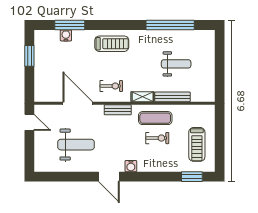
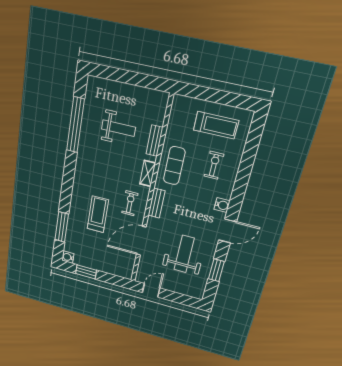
water cooler: (66, 35) -> (68, 257), moved
treadmill: (112, 44) -> (98, 214), moved
weight bench: (176, 64) -> (118, 128), turned 90
bench: (173, 97) -> (154, 141), width x0.73
exercise bike: (157, 138) -> (214, 165), moved
window: (192, 177) -> (216, 270), moved

